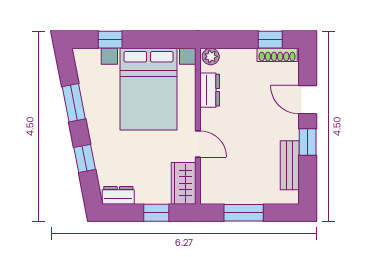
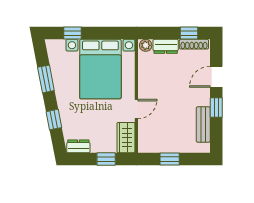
dresser: (210, 90) -> (166, 46), moved, turned 90
door: (308, 100) -> (216, 77), hinge flipped
door: (198, 144) -> (136, 109), hinge flipped
window: (244, 213) -> (170, 159), width x0.67

